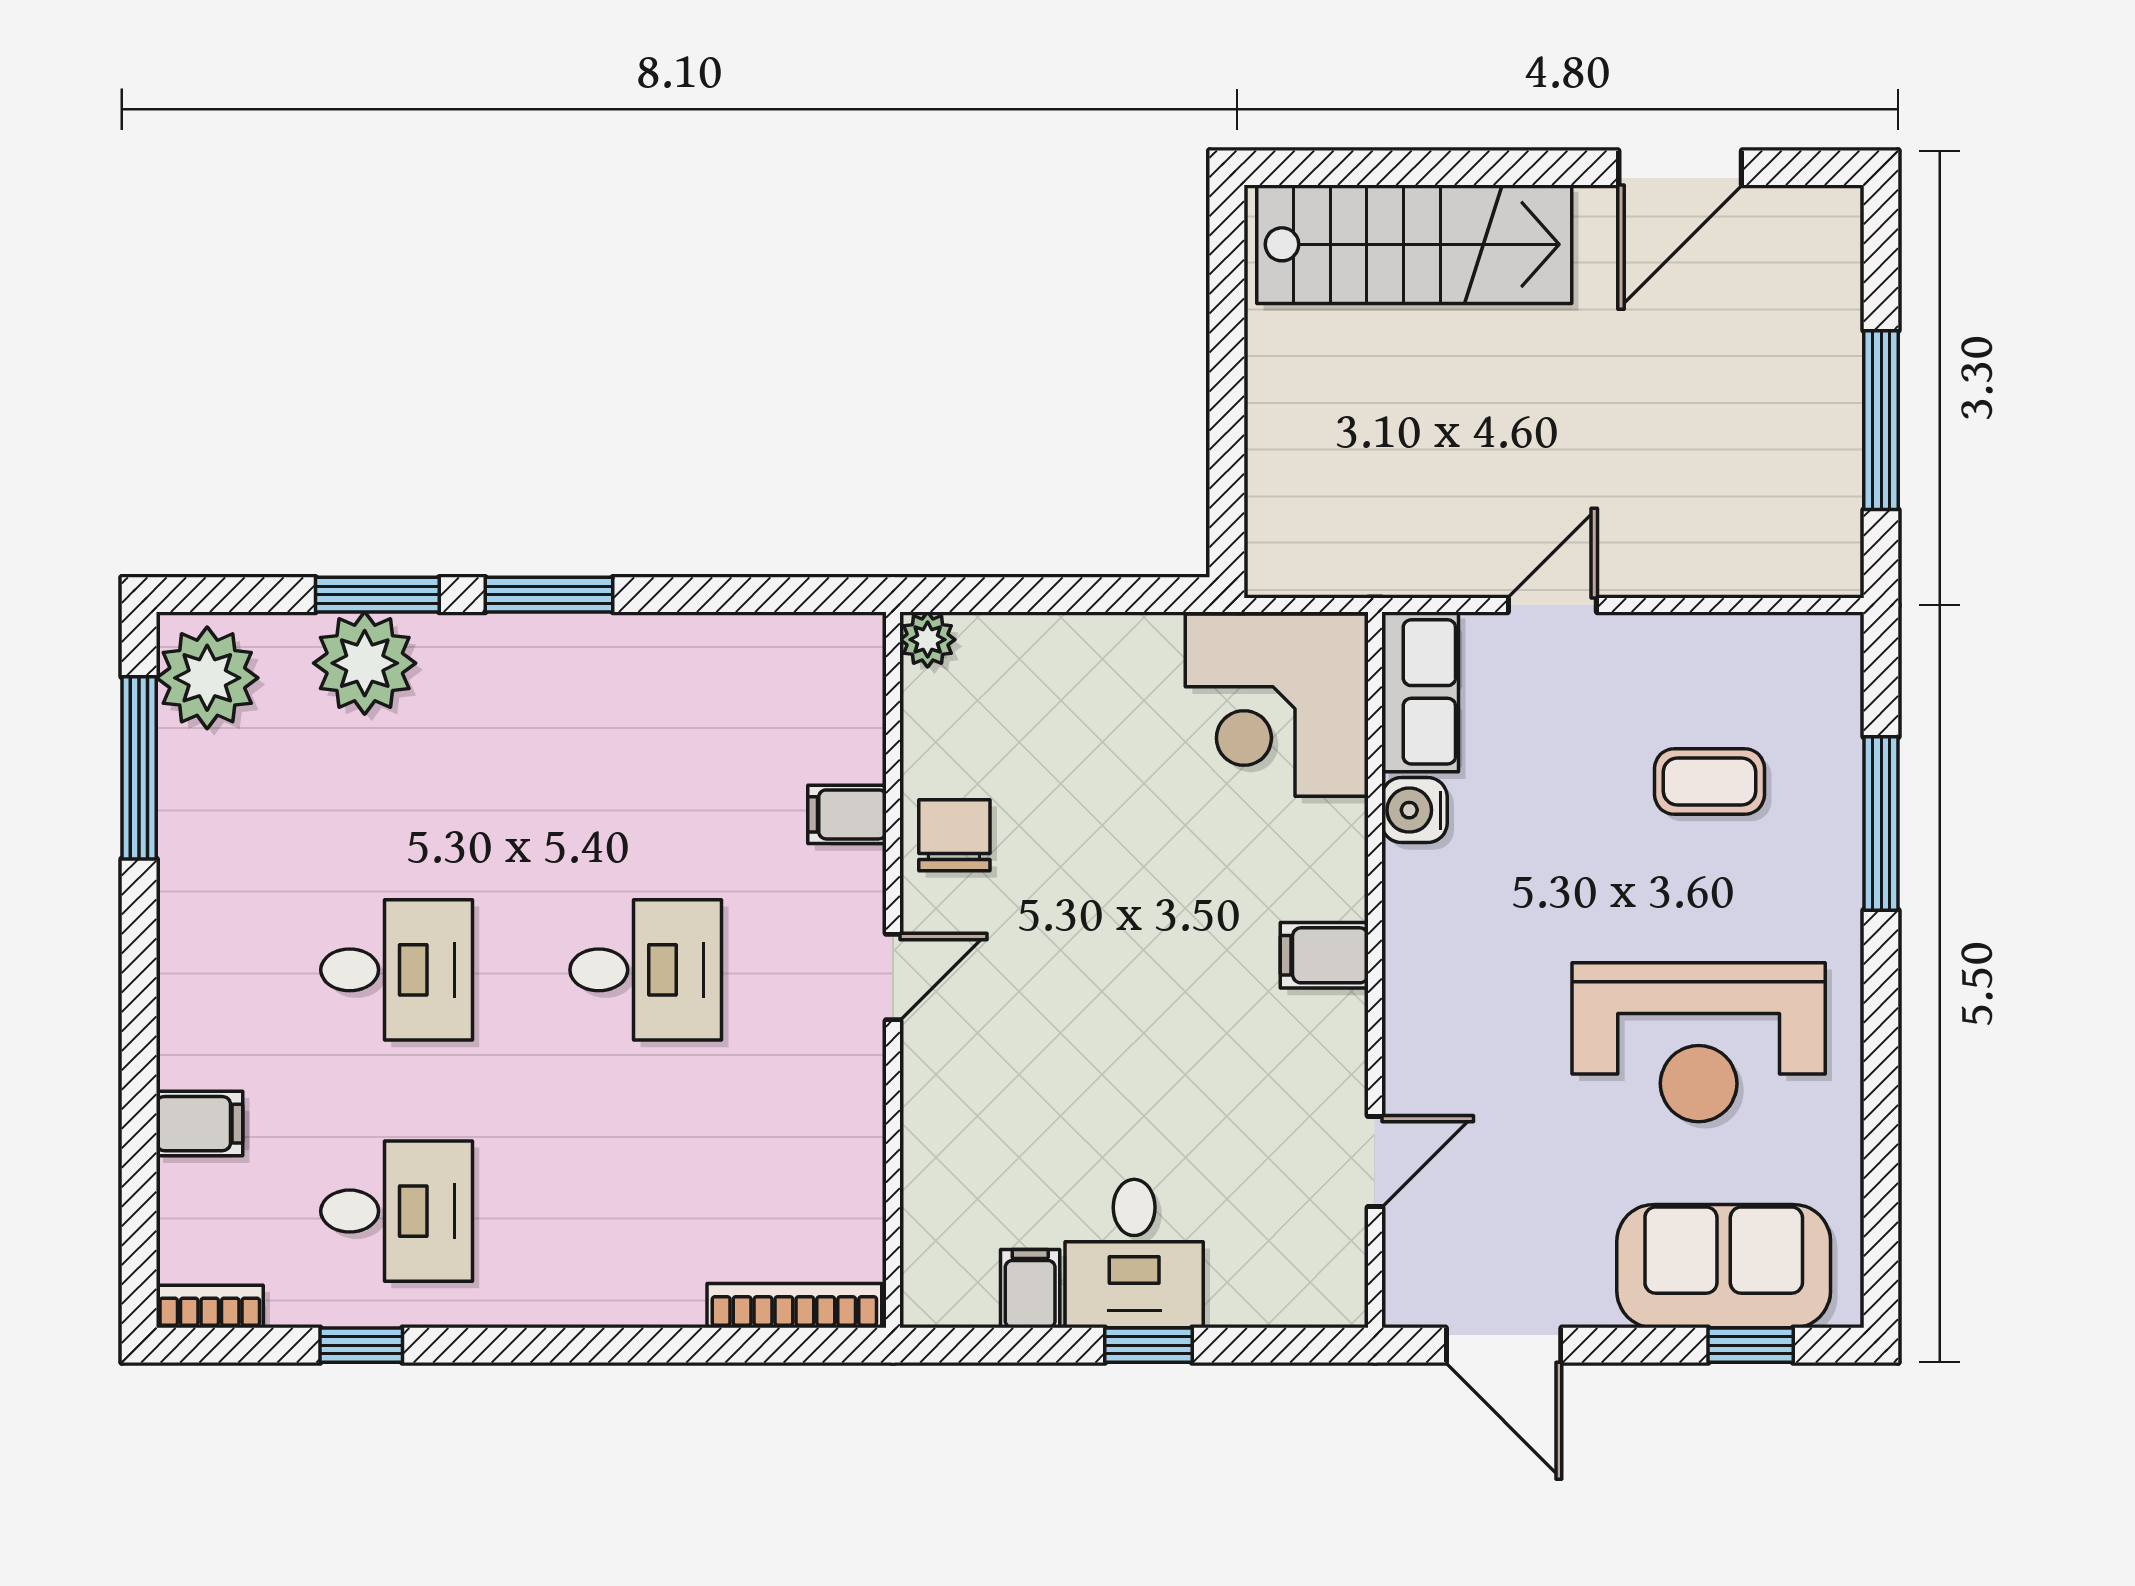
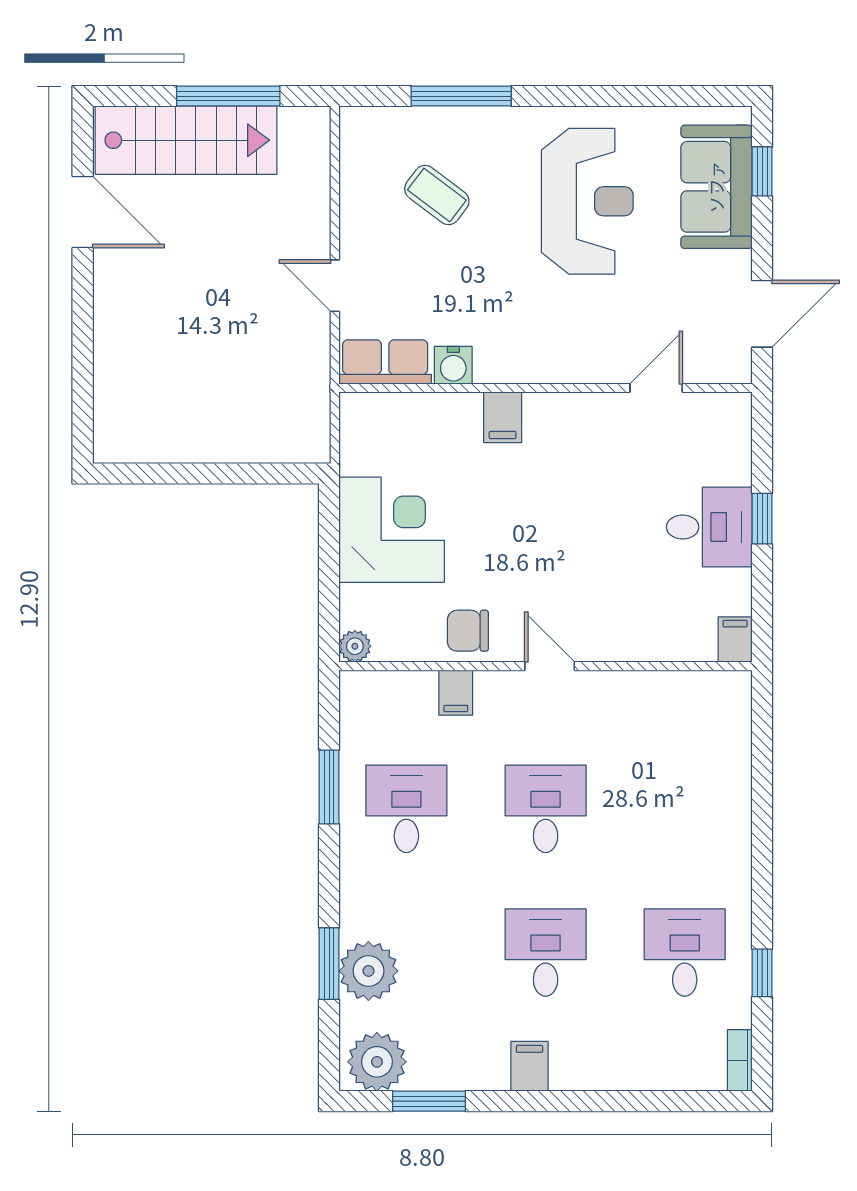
stairs: (1414, 244) -> (186, 140), moved, turned 90
window: (549, 595) -> (329, 787), moved
corner desk: (1277, 705) -> (392, 530), moved, turned -90
desk: (646, 729) -> (406, 809), added
window: (139, 768) -> (429, 1101), width x0.69
coffee table: (1709, 781) -> (437, 195), turned -53
filing cabinet: (1324, 955) -> (503, 417), moved
filing cabinet: (199, 1124) -> (529, 1066), moved
door: (1375, 1161) -> (656, 388), hinge flipped
filing cabinet: (1030, 1289) -> (735, 639), moved, turned 90
bookcase: (794, 1306) -> (739, 723), removed

